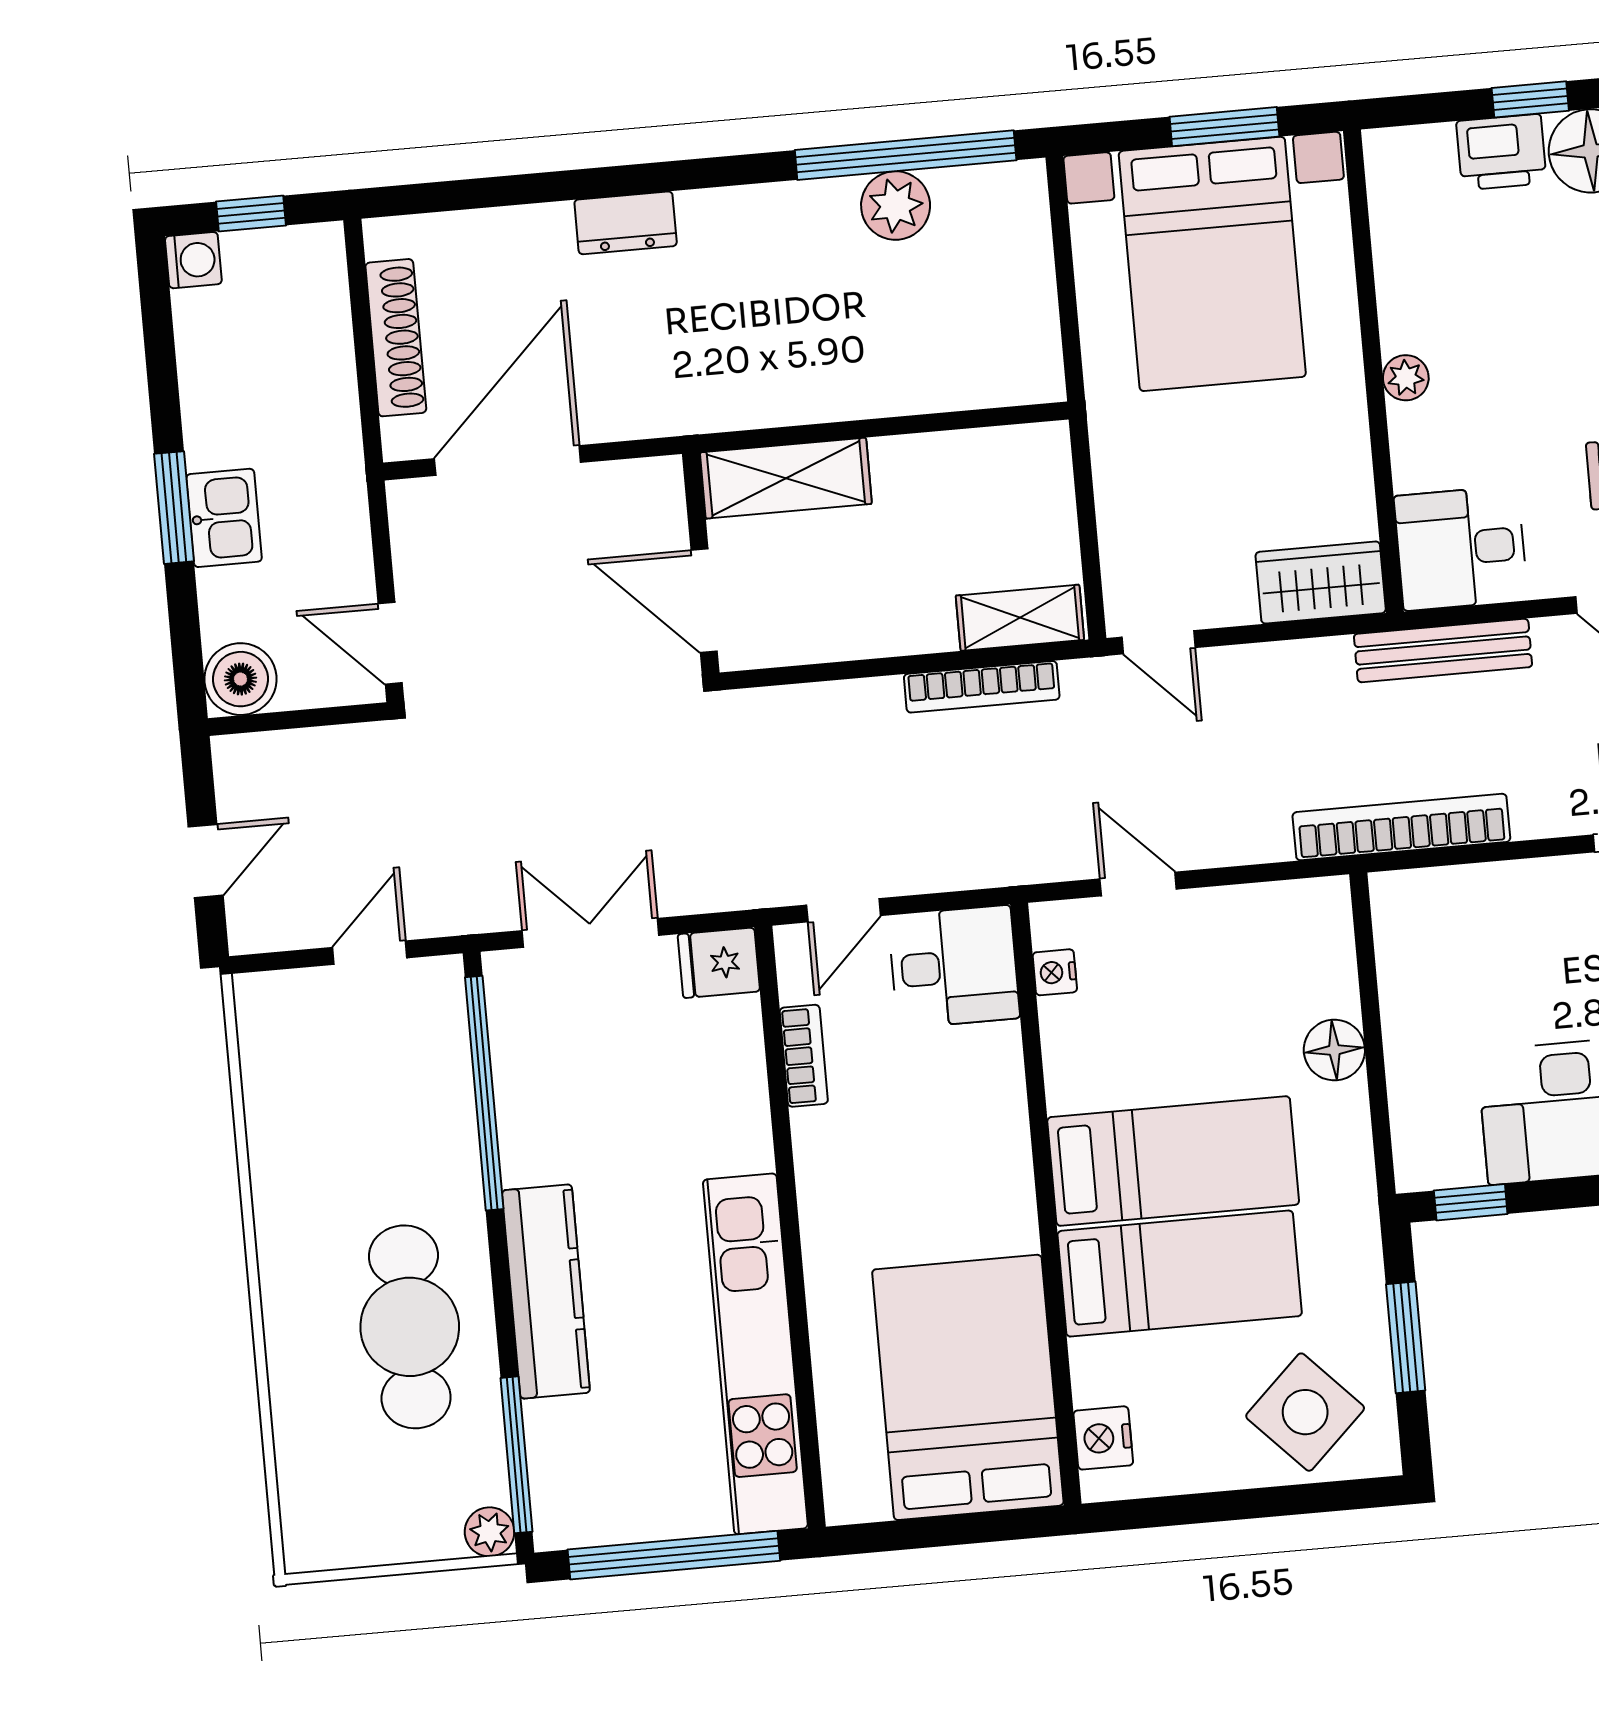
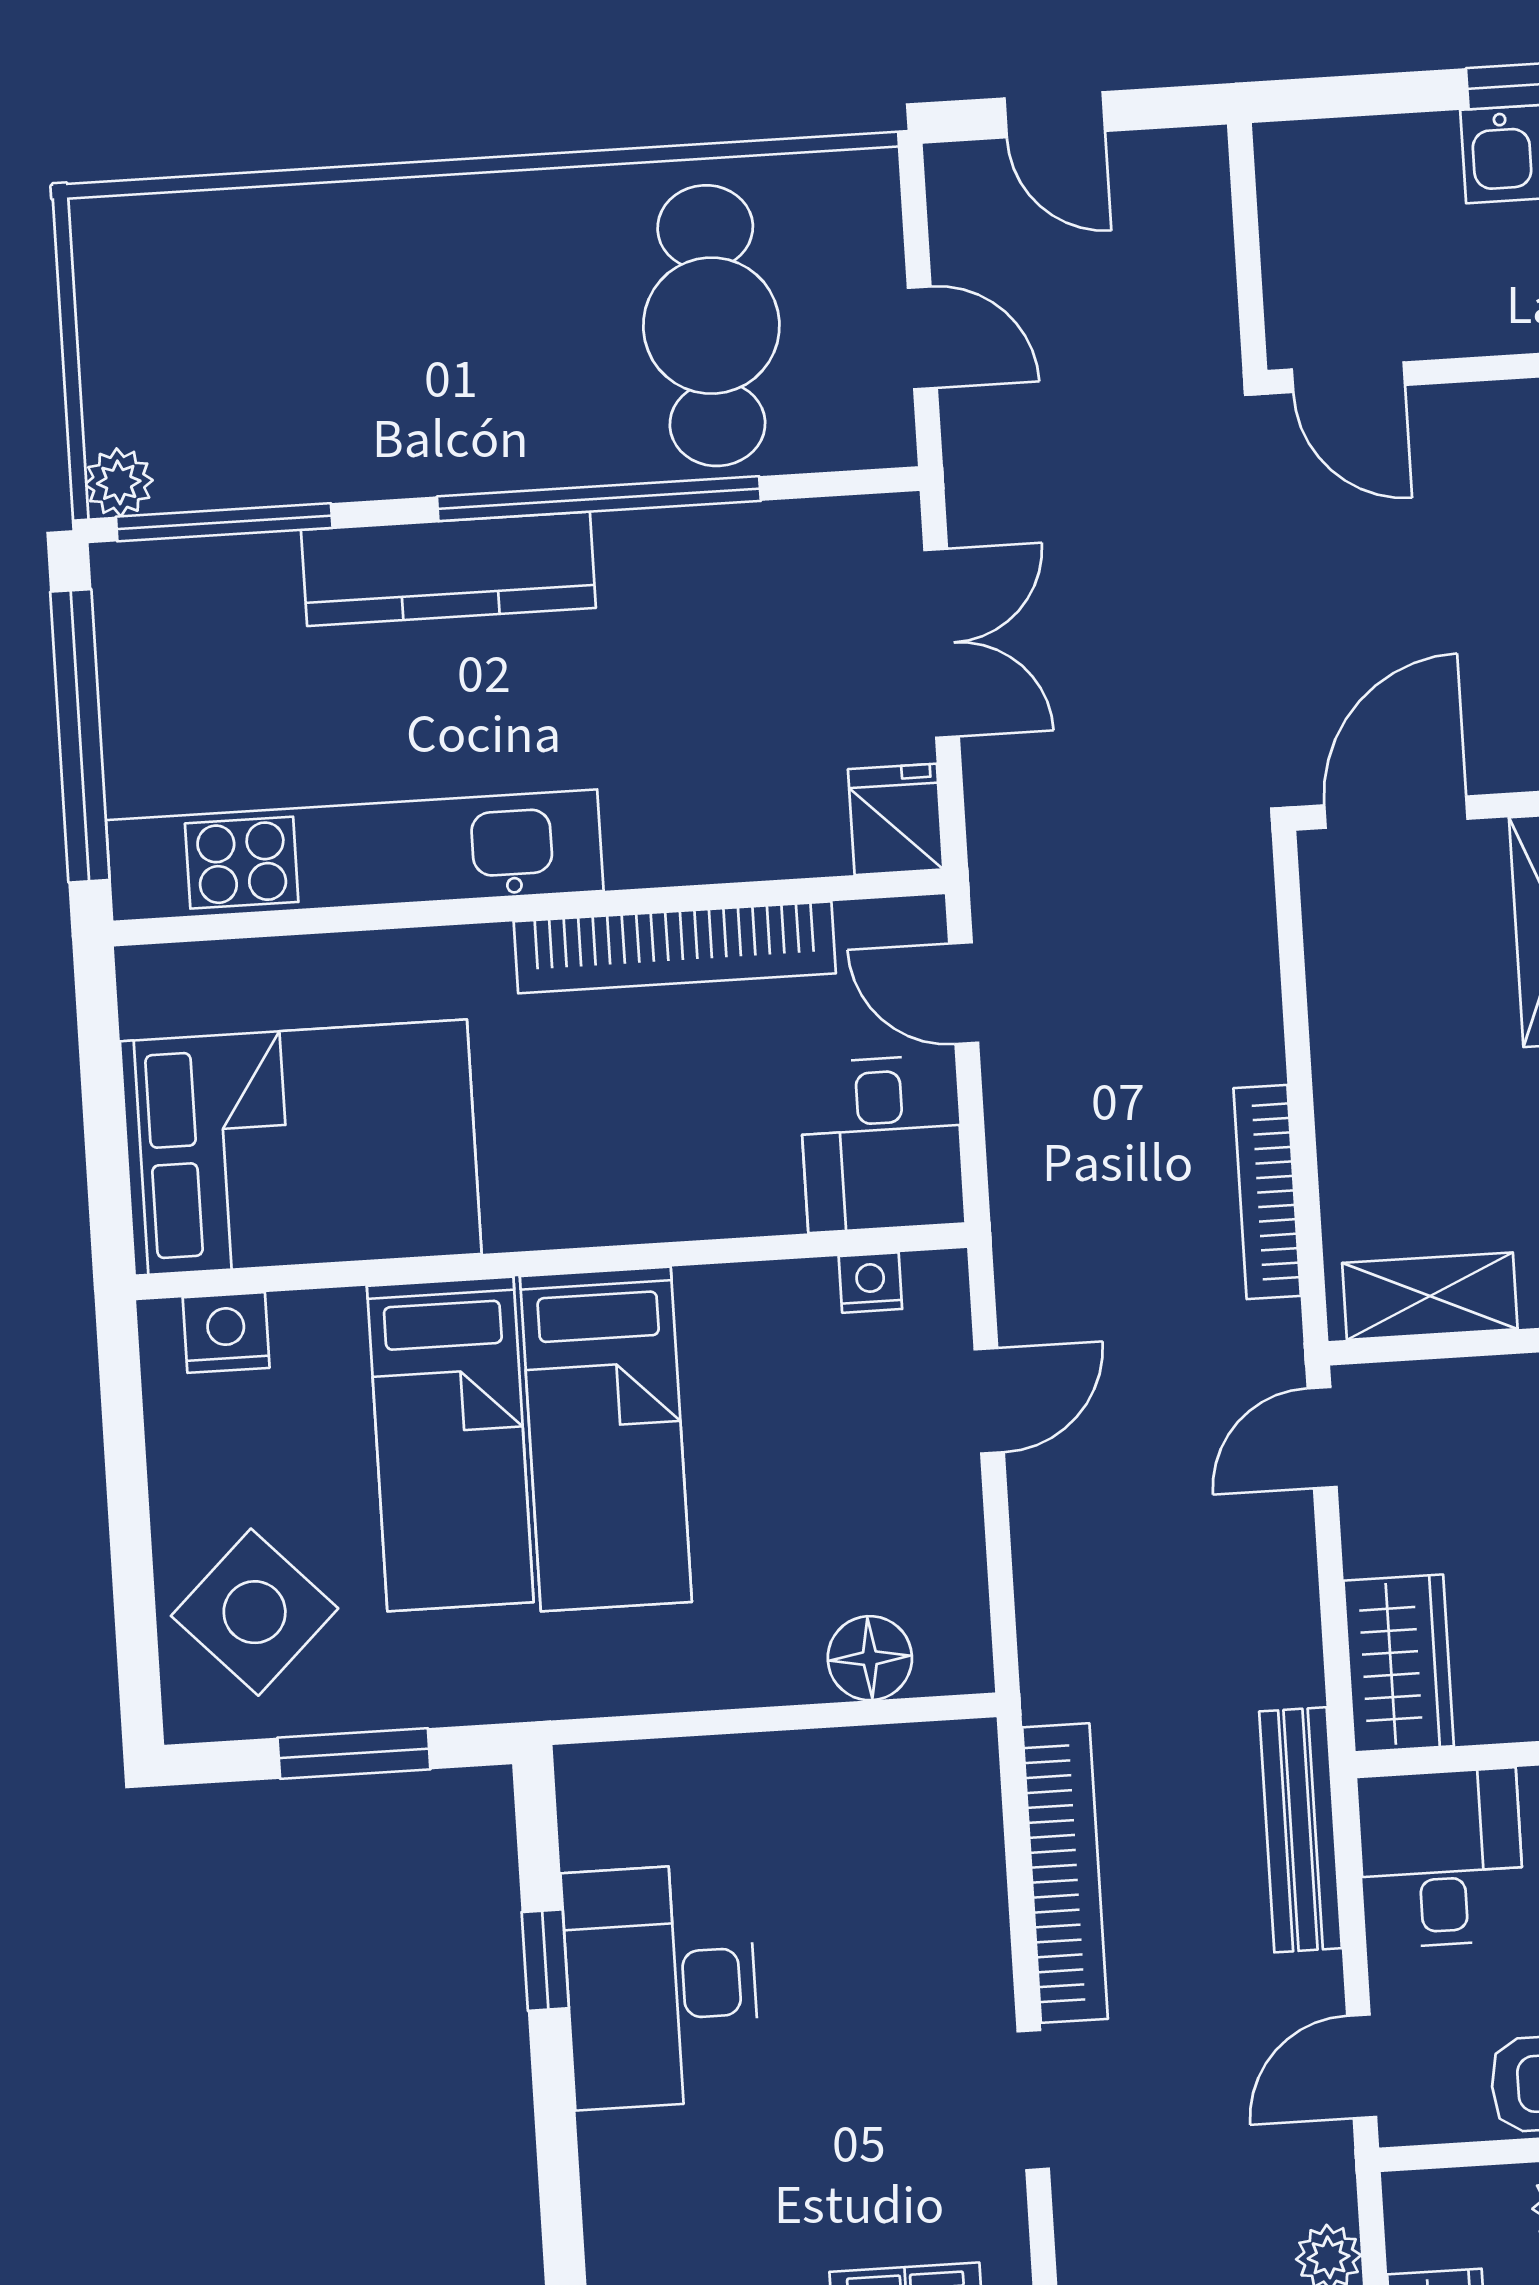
shelving: (1020, 618) -> (1430, 1296), moved, turned 90
door: (390, 643) -> (1348, 377), swing flipped
boiler: (241, 679) -> (1305, 170), removed
bookcase: (1401, 827) -> (1065, 1873), moved
floor lamp: (1334, 1050) -> (870, 1658), moved
bookcase: (804, 1056) -> (675, 947), width x2.31, depth x1.31
window: (484, 1093) -> (599, 499), moved
window: (1471, 1202) -> (545, 1960), moved
cafe table: (410, 1327) -> (711, 326), moved, turned 90

